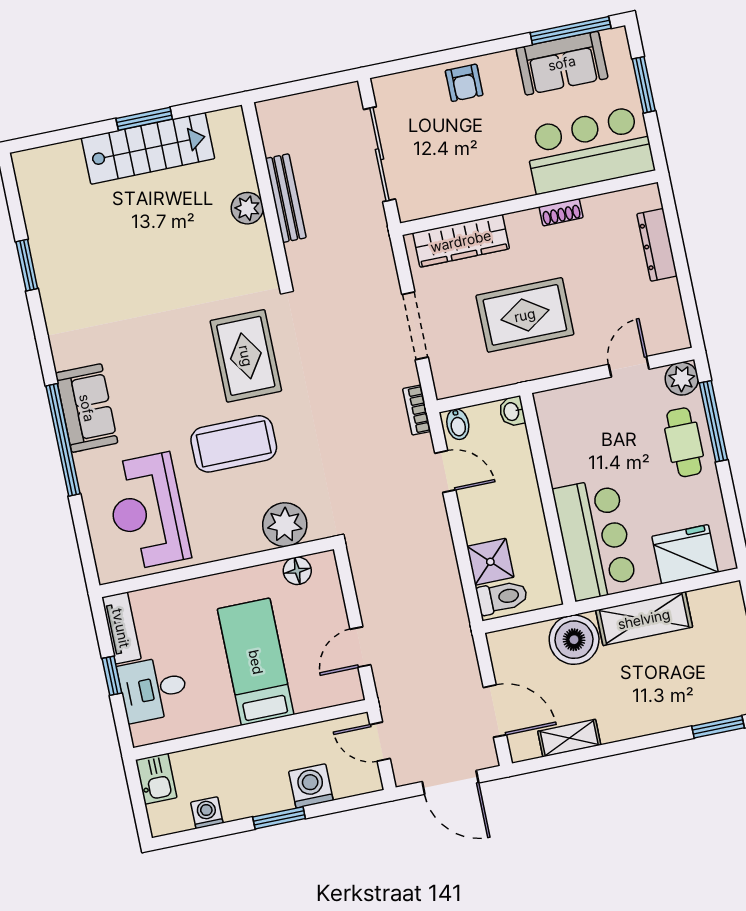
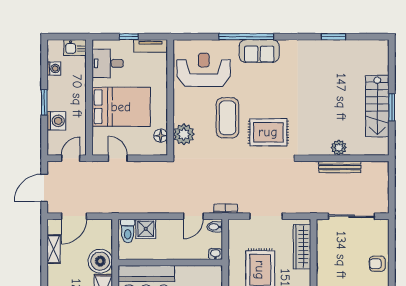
bed: (256, 662) -> (121, 107), width x1.50
desk: (153, 689) -> (108, 63), moved, turned -90

